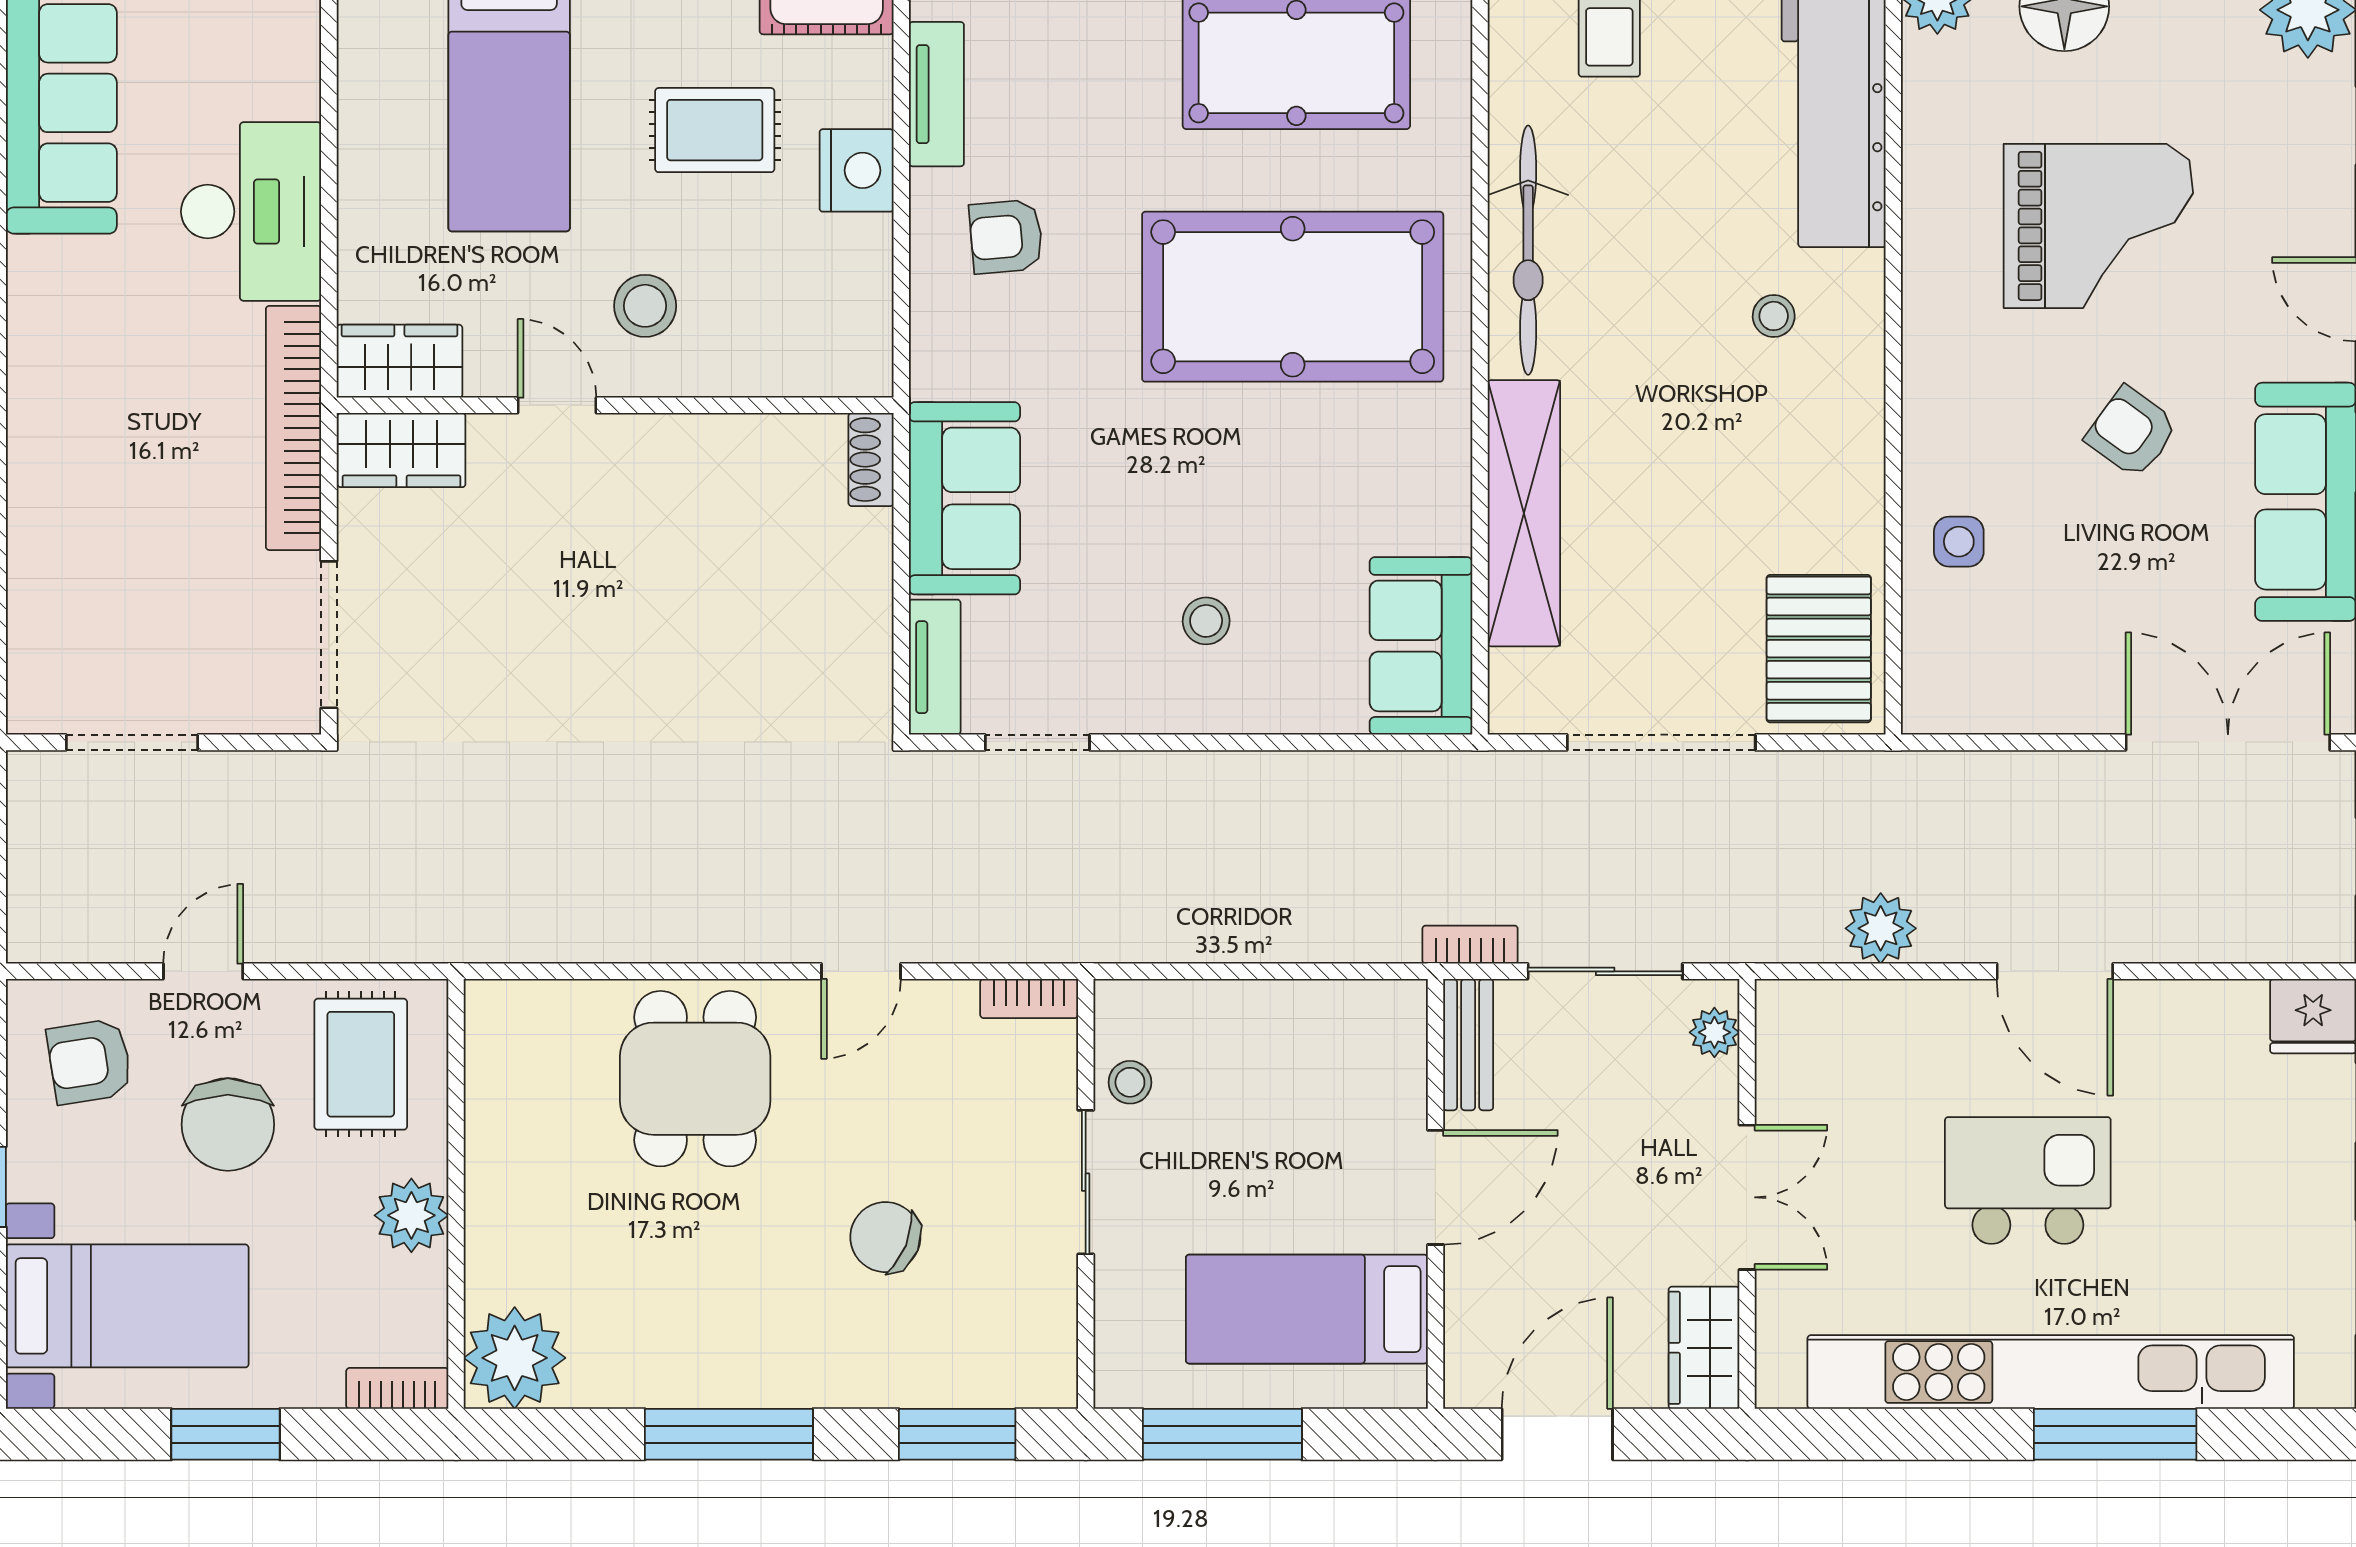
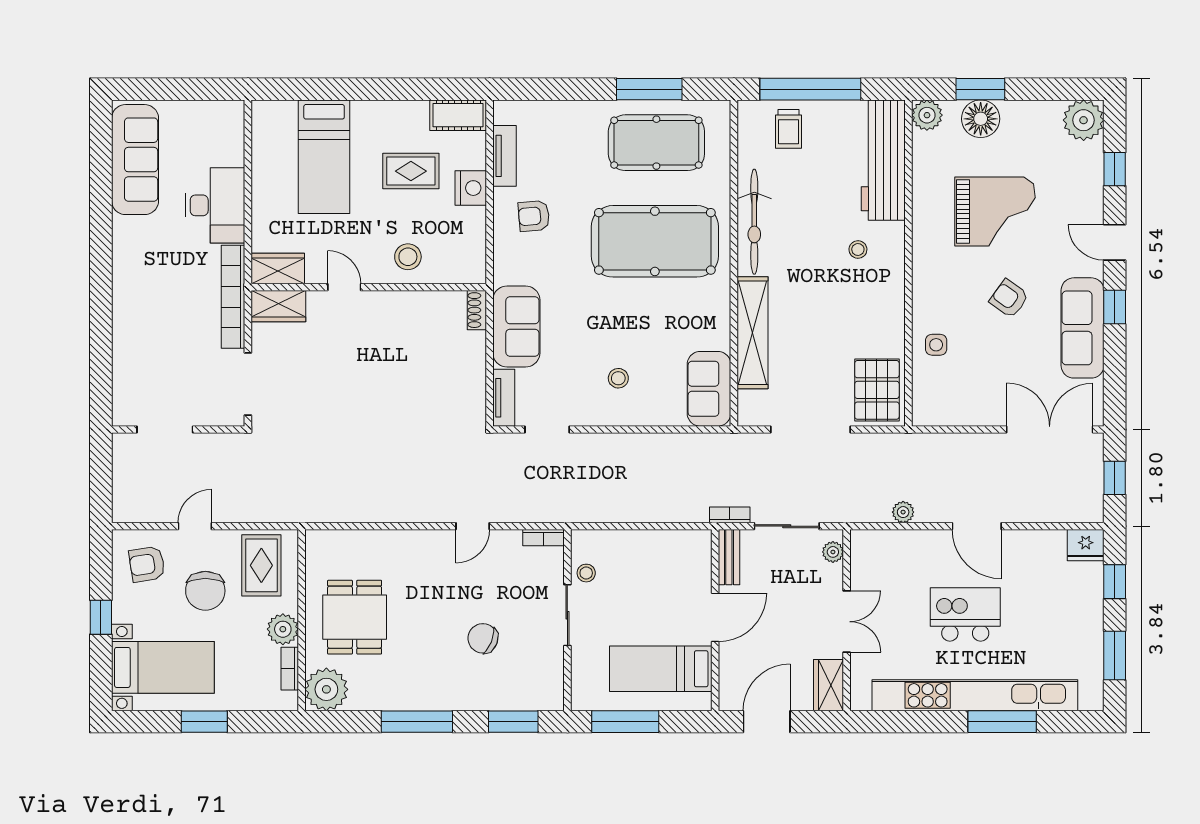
stool: (645, 306) -> (408, 257), moved
plant: (1881, 928) -> (903, 512), width x0.73, depth x0.73
dining table: (695, 1079) -> (355, 617), moved
bookcase: (397, 1388) -> (290, 669), moved, turned -90

